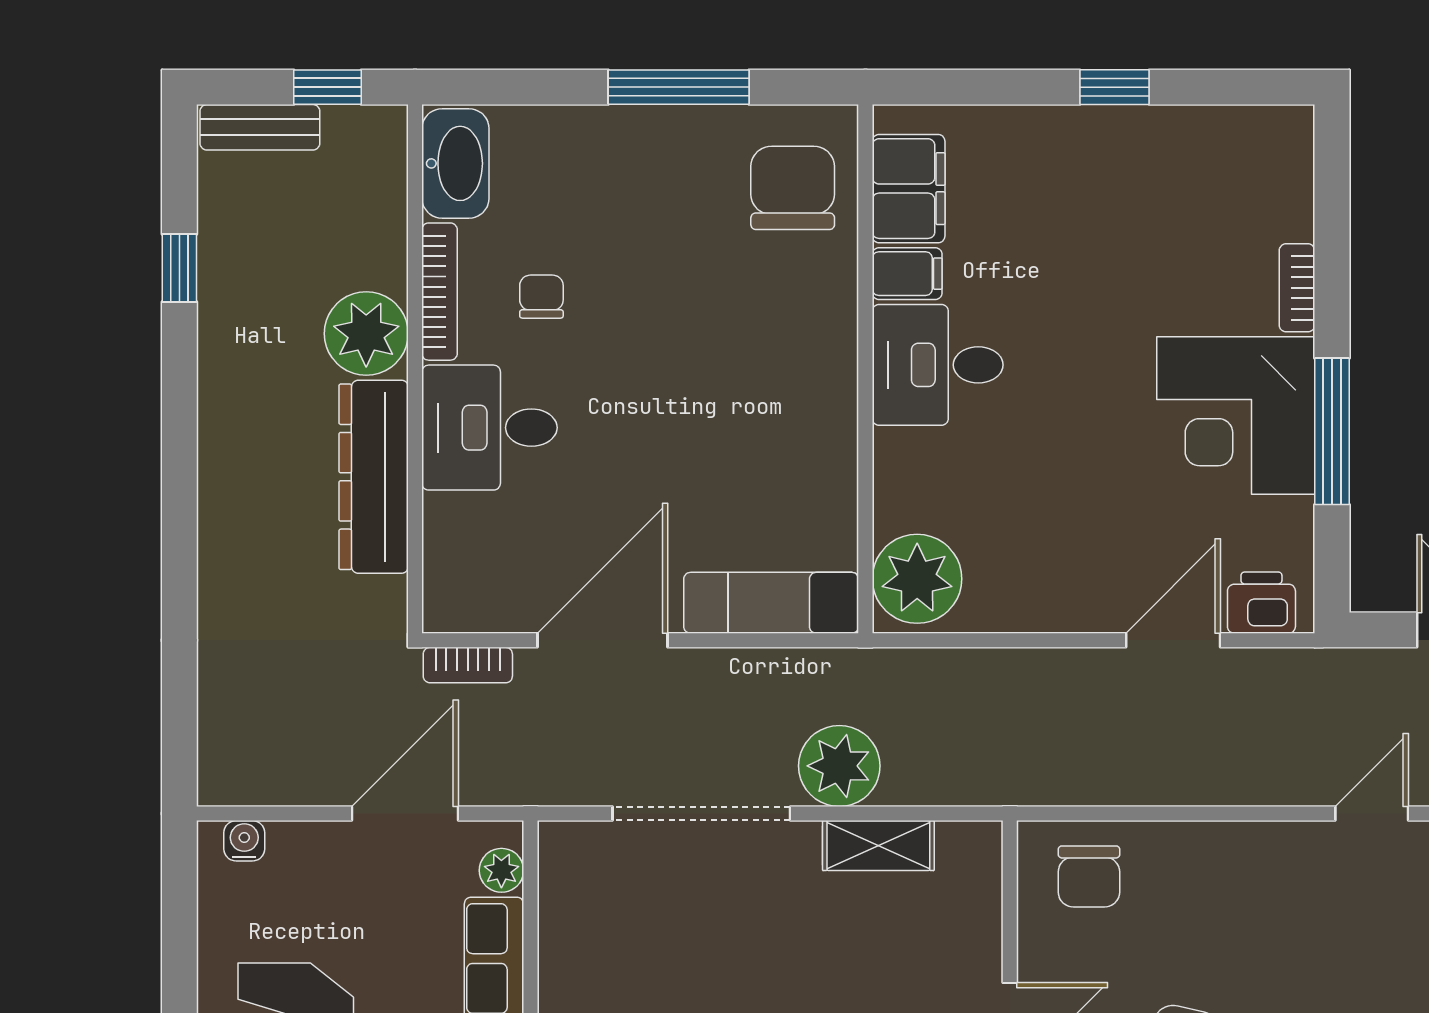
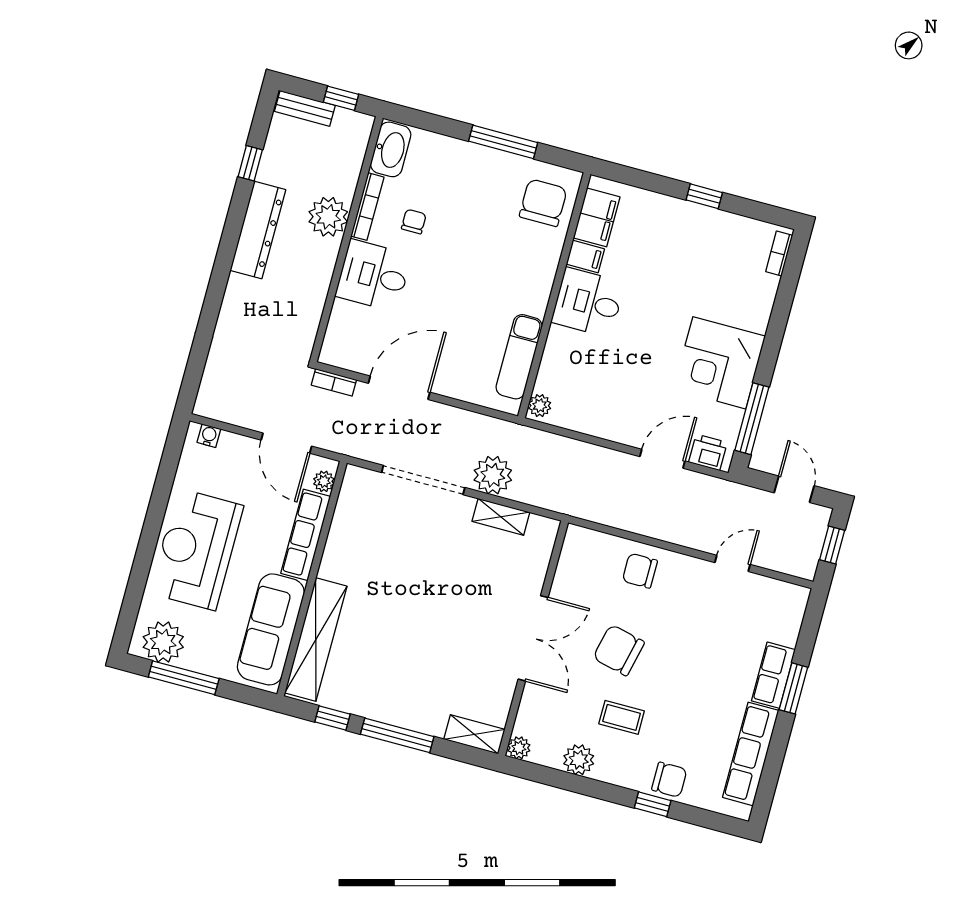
bookcase: (1297, 288) -> (779, 254), moved
window: (1332, 431) -> (752, 419), moved
dresser: (374, 477) -> (258, 230), moved, turned 180
plant: (917, 579) -> (540, 406), width x0.53, depth x0.53
exam couch: (771, 603) -> (519, 357), moved, turned -90
door: (405, 814) -> (286, 443), swing flipped
chair: (1089, 876) -> (640, 571), moved, turned 90

